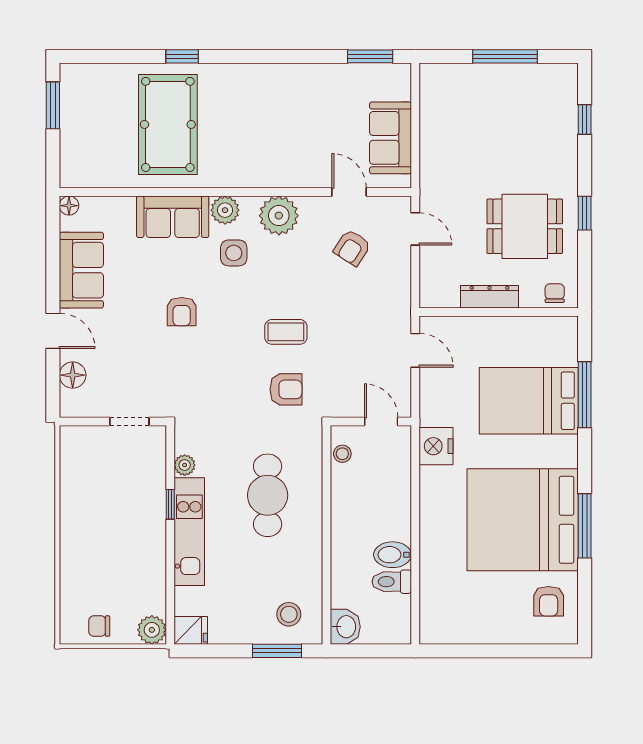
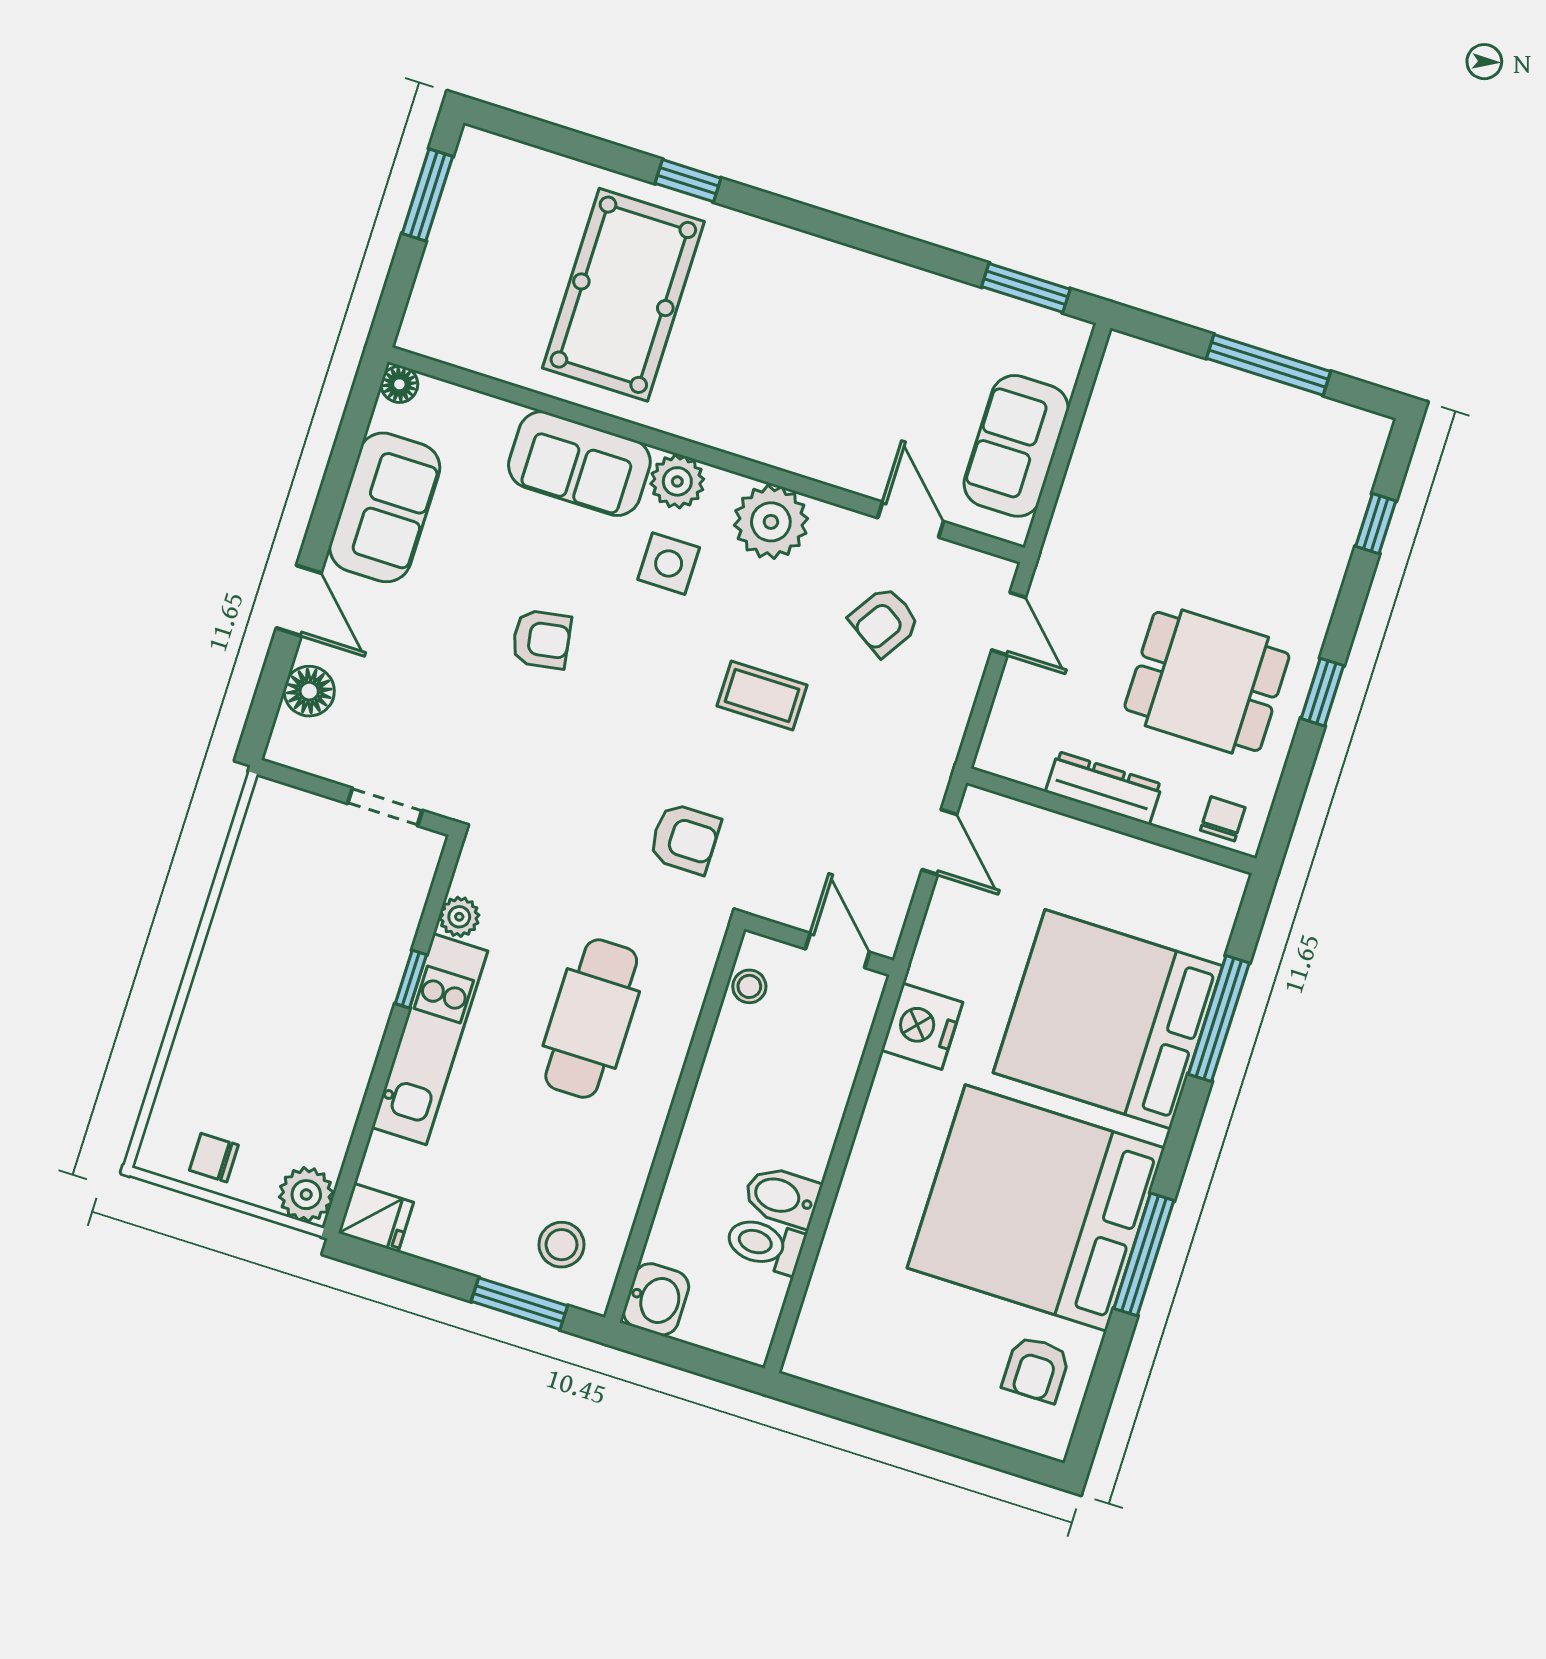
armchair: (182, 312) -> (541, 639), turned -99
coffee table: (286, 332) -> (762, 695), moved
bed: (529, 401) -> (1108, 1019), width x1.36

